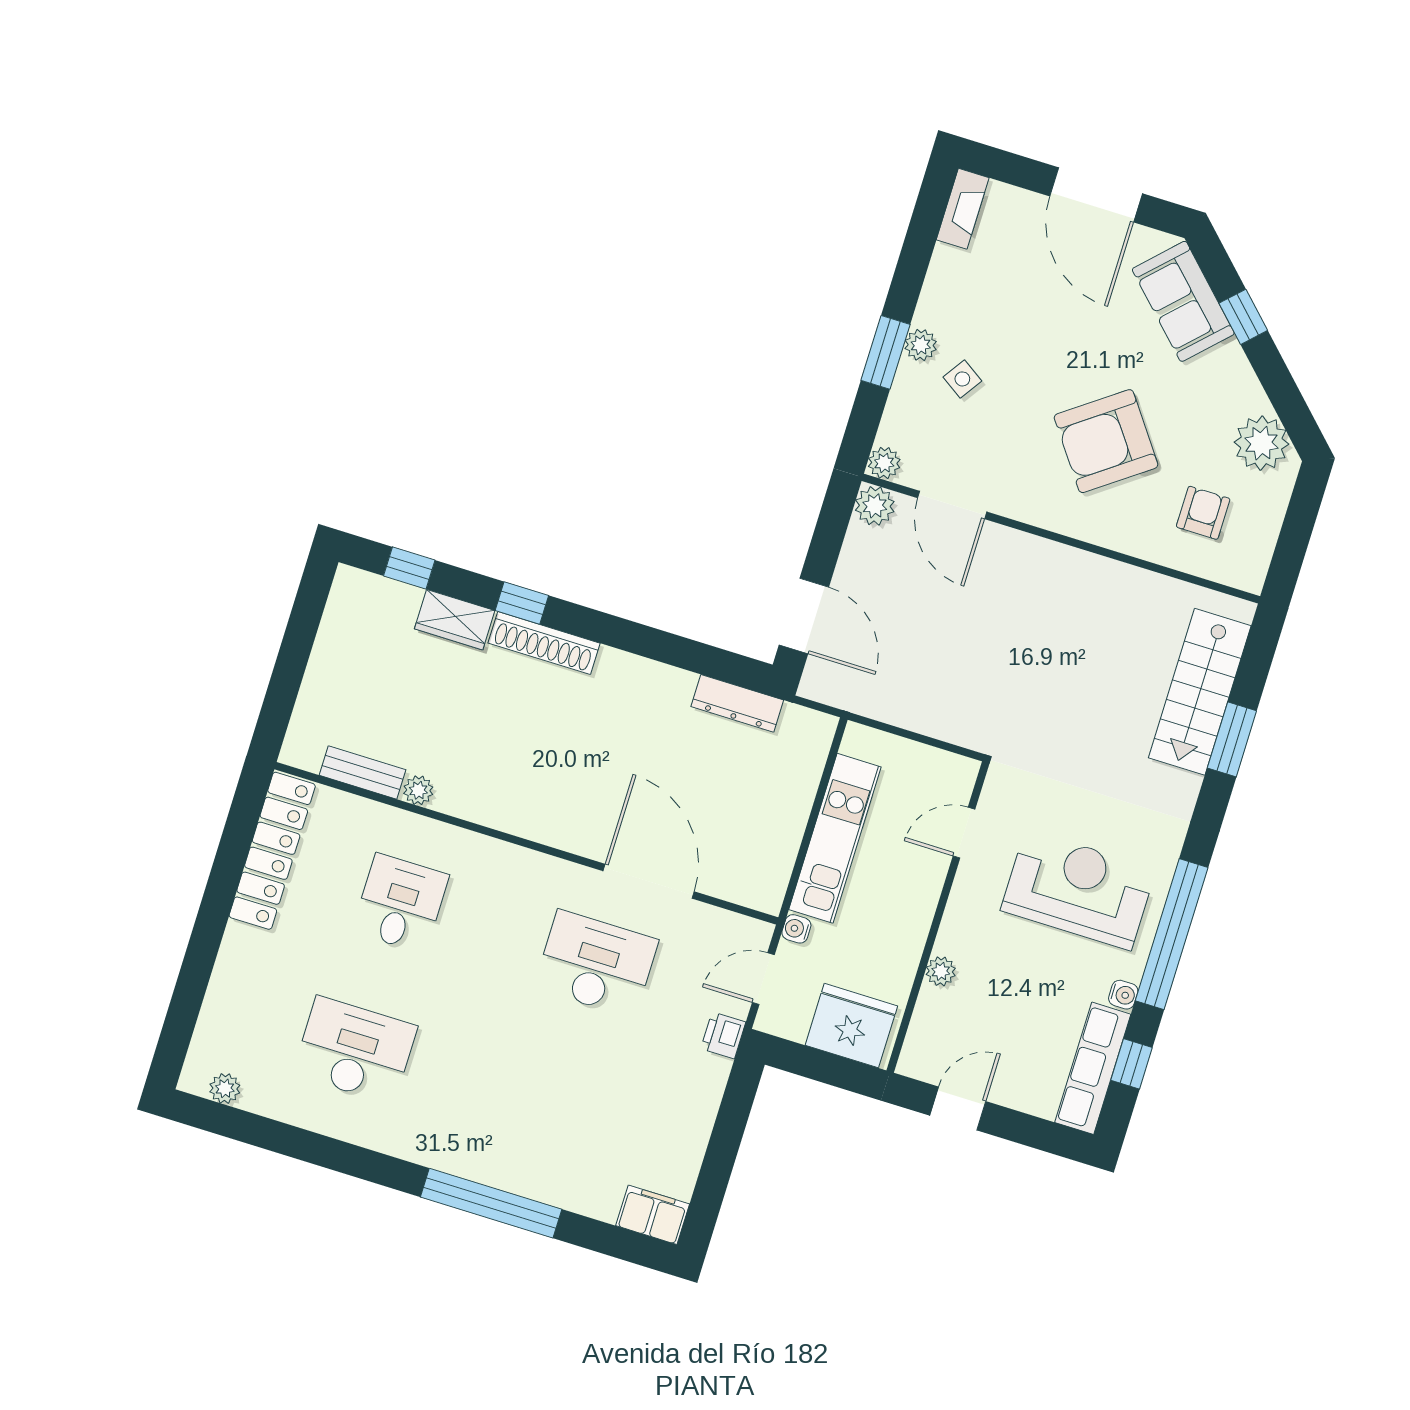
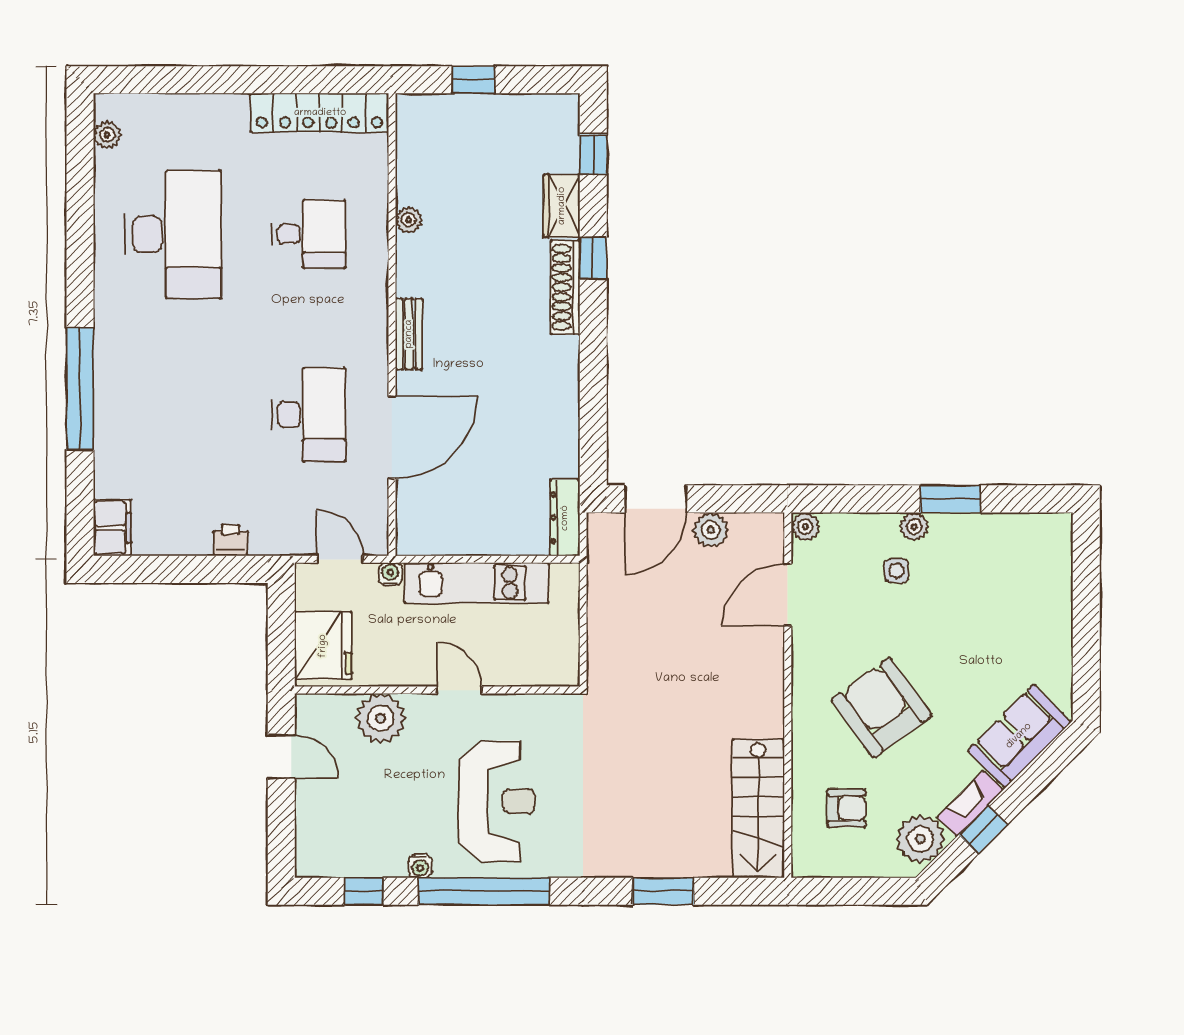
door: (1096, 195) -> (1086, 635), removed
fireplace: (963, 209) -> (970, 804), moved, turned 135
window: (1243, 317) -> (983, 830), moved
window: (885, 352) -> (950, 499), moved
side table: (962, 379) -> (896, 571), turned -34
plant: (875, 506) -> (711, 530), moved
window: (288, 673) -> (473, 80), added
stairs: (1200, 692) -> (758, 808), moved, turned -90
dresser: (737, 703) -> (565, 518), moved
bench: (363, 773) -> (409, 334), moved
door: (964, 833) -> (459, 690), moved
plant: (941, 971) -> (381, 718), width x1.88, depth x1.88
printer: (723, 1035) -> (230, 540), moved
desk: (355, 1050) -> (173, 234), width x1.36, depth x1.30
row of seats: (1093, 1068) -> (350, 860), removed

